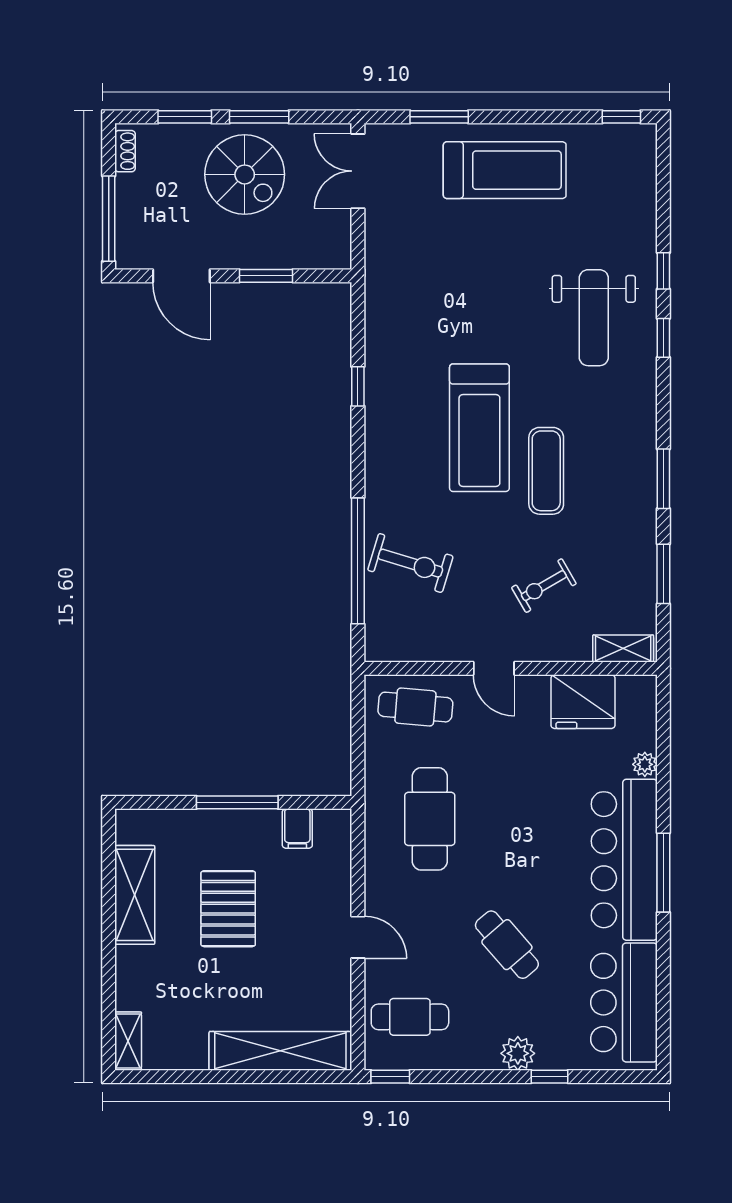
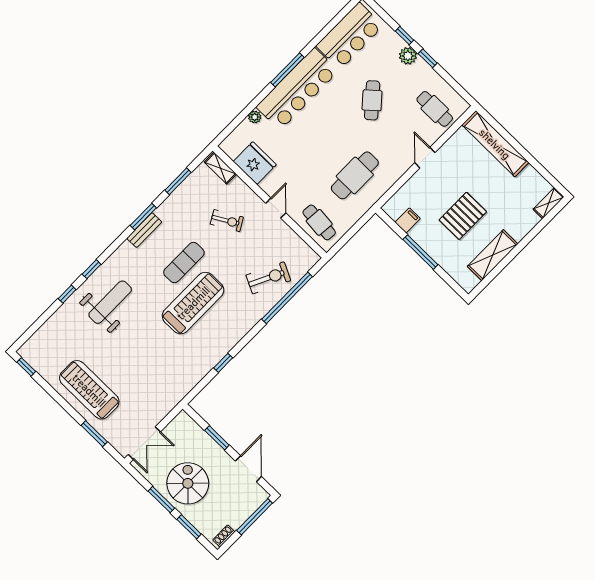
bench: (644, 462) -> (144, 230), added
exercise bike: (410, 563) -> (268, 278), turned 99
window: (390, 1077) -> (428, 58), moved

